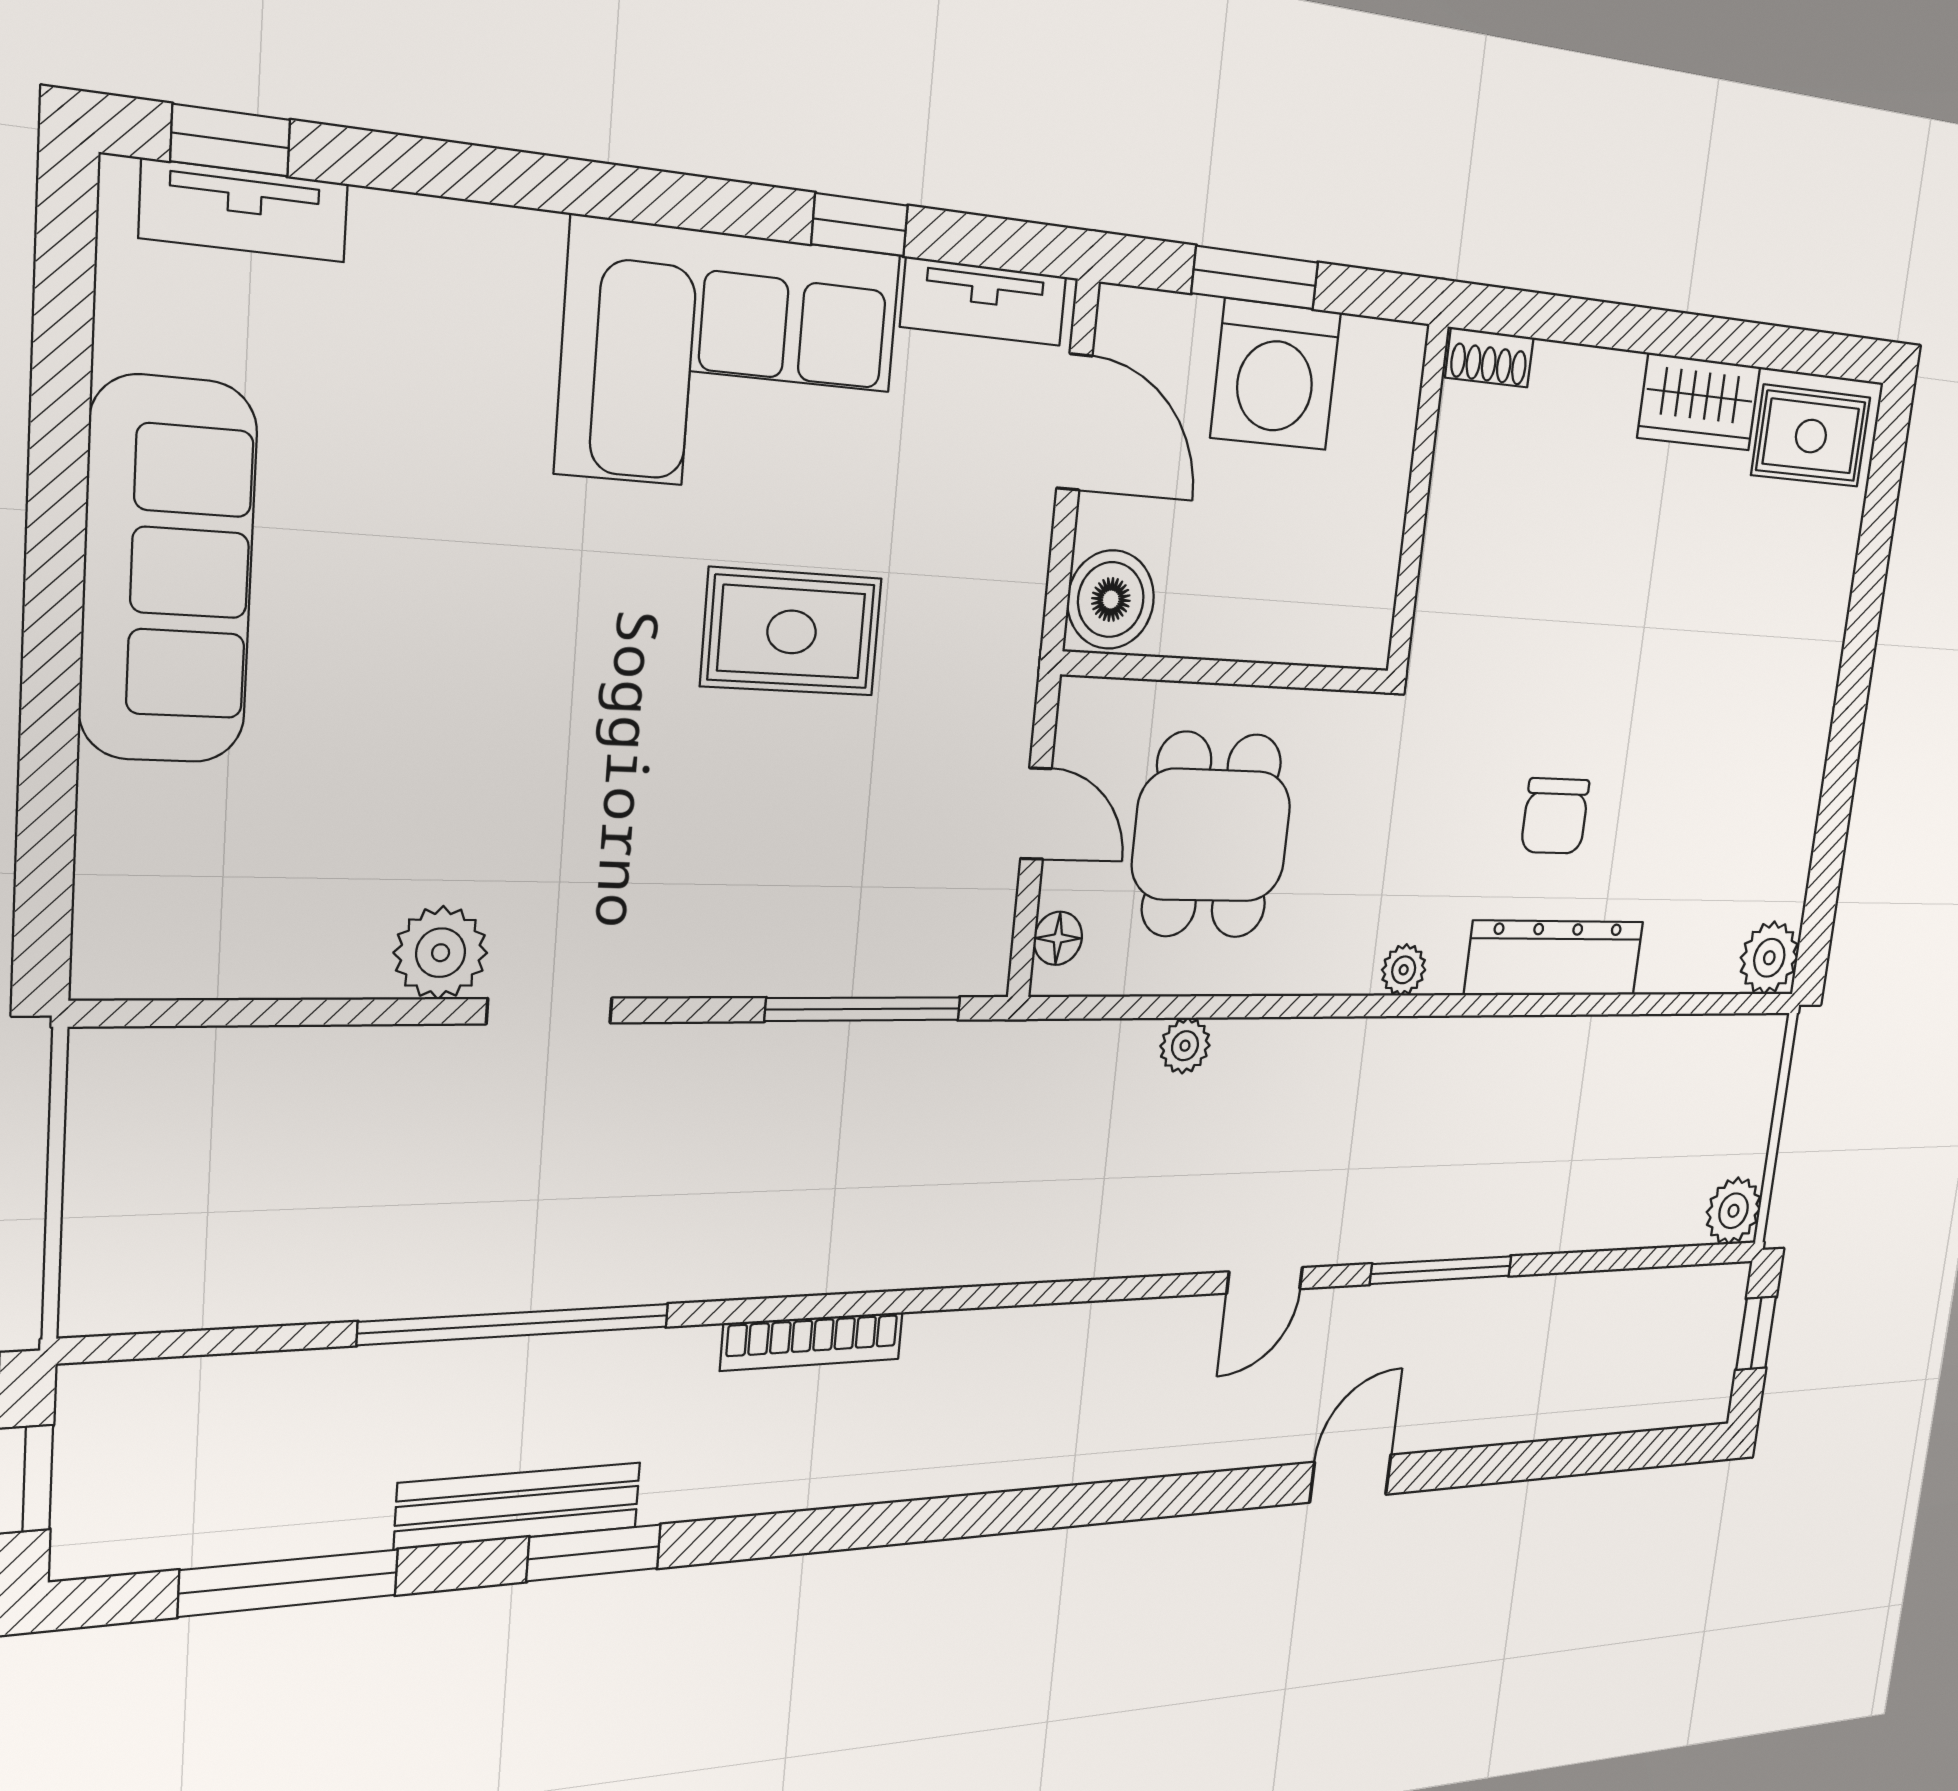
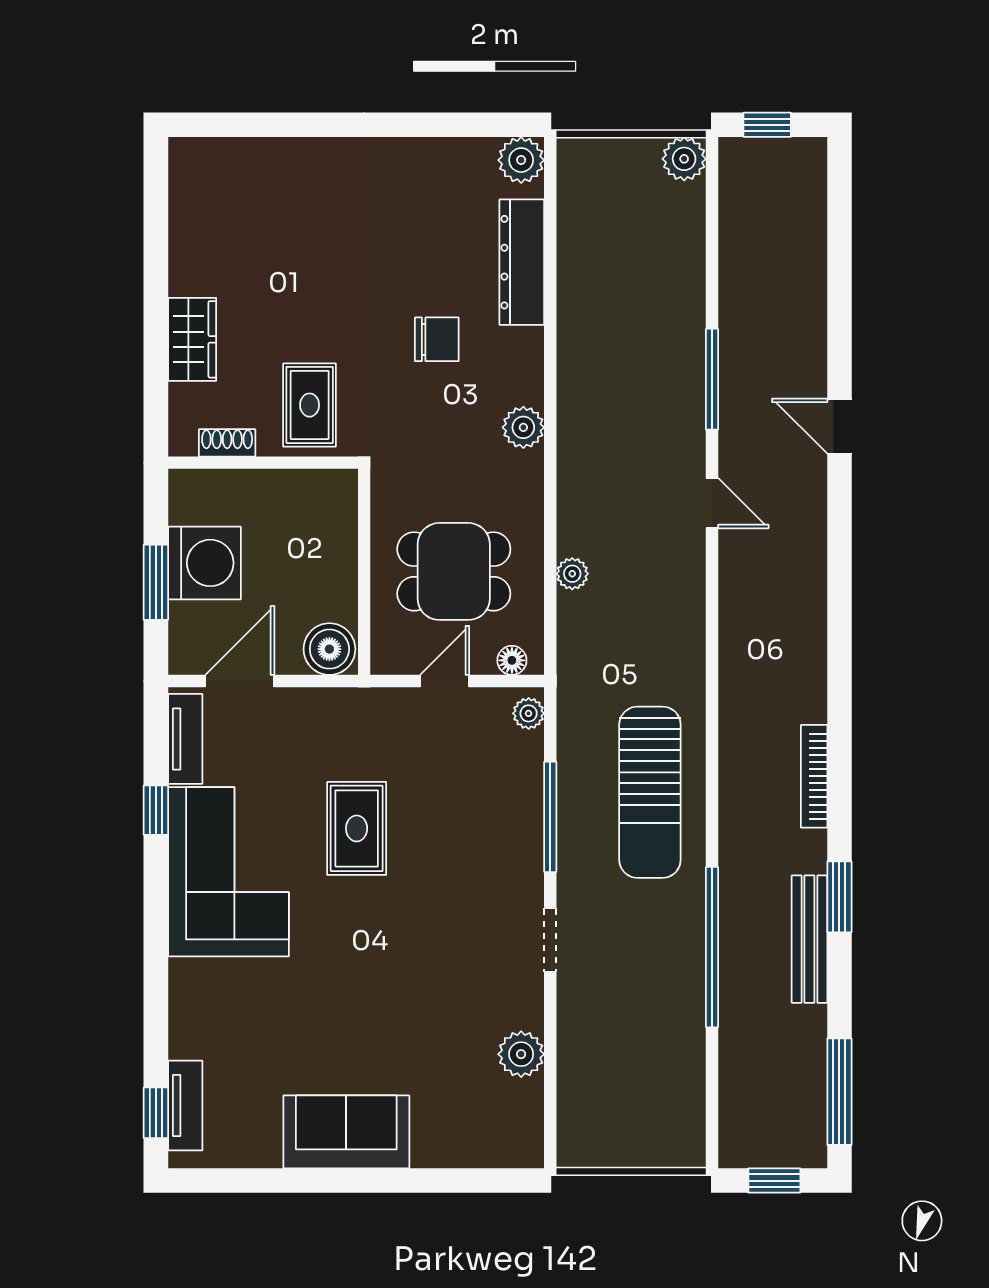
shoe rack: (1489, 357) -> (227, 443), moved, turned -90
wardrobe: (1699, 402) -> (192, 339), moved
rug: (1811, 436) -> (310, 405), moved
sofa: (168, 571) -> (346, 1132), width x0.73
plant: (441, 953) -> (521, 1054), moved
dresser: (1554, 958) -> (522, 262), moved
plant: (966, 968) -> (529, 713), added
plant: (1404, 970) -> (523, 427), width x1.38, depth x1.38
window: (864, 1009) -> (550, 817), moved
sun lounger: (810, 1195) -> (650, 792), added
bookcase: (812, 1341) -> (814, 776), moved, turned 180
window: (289, 1583) -> (839, 1092), moved

